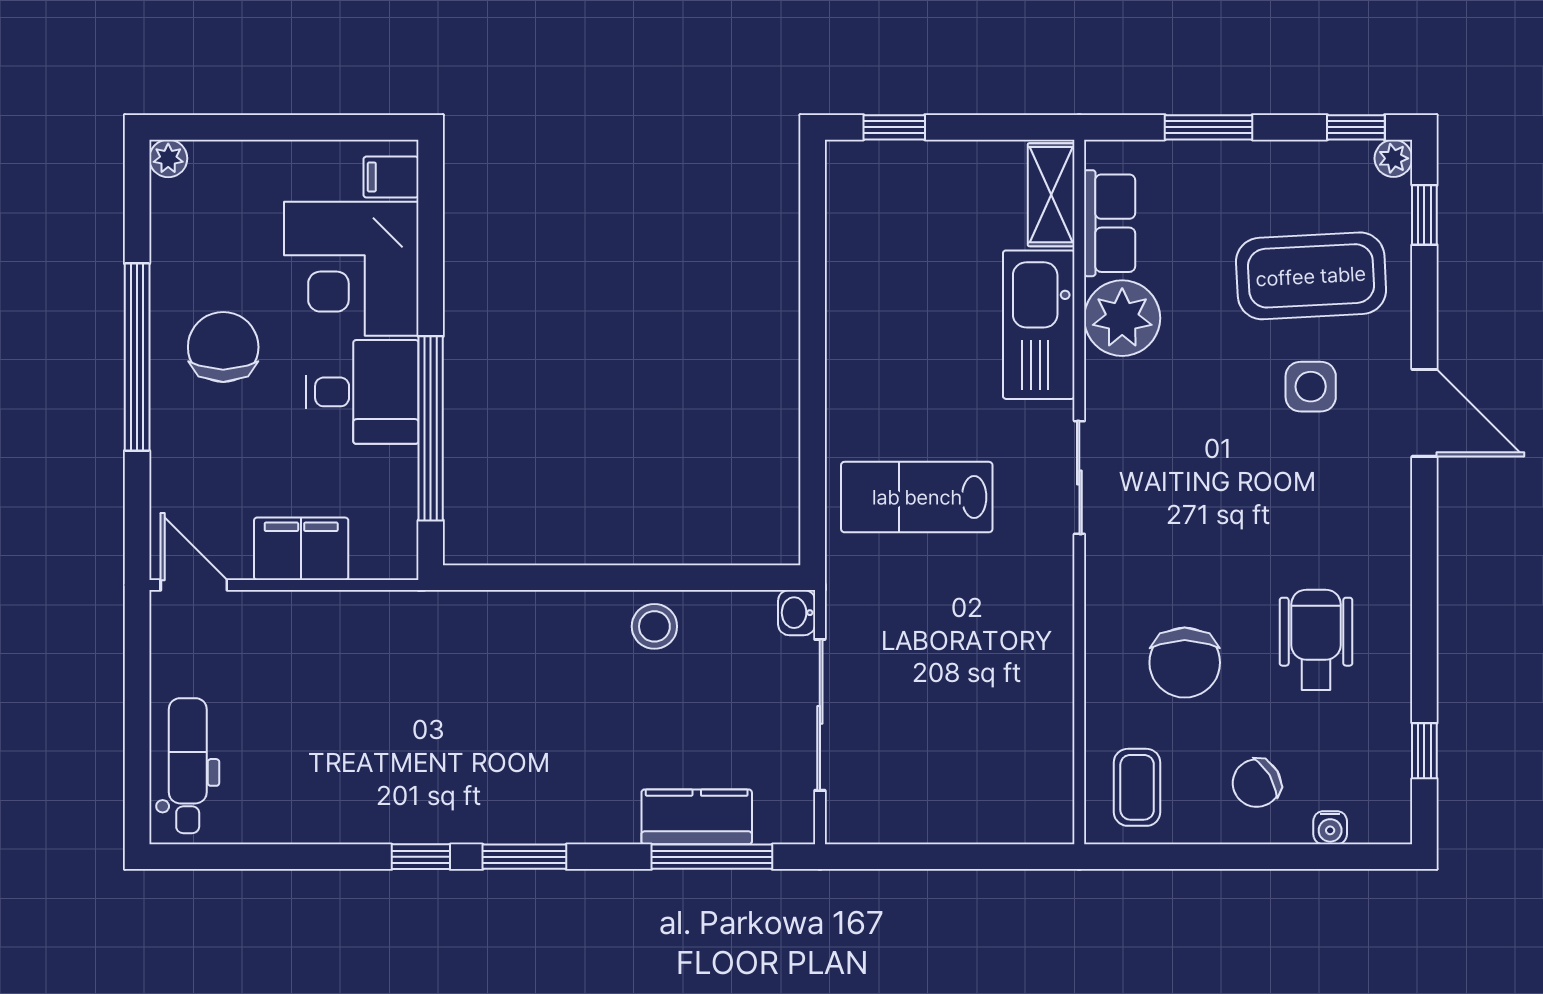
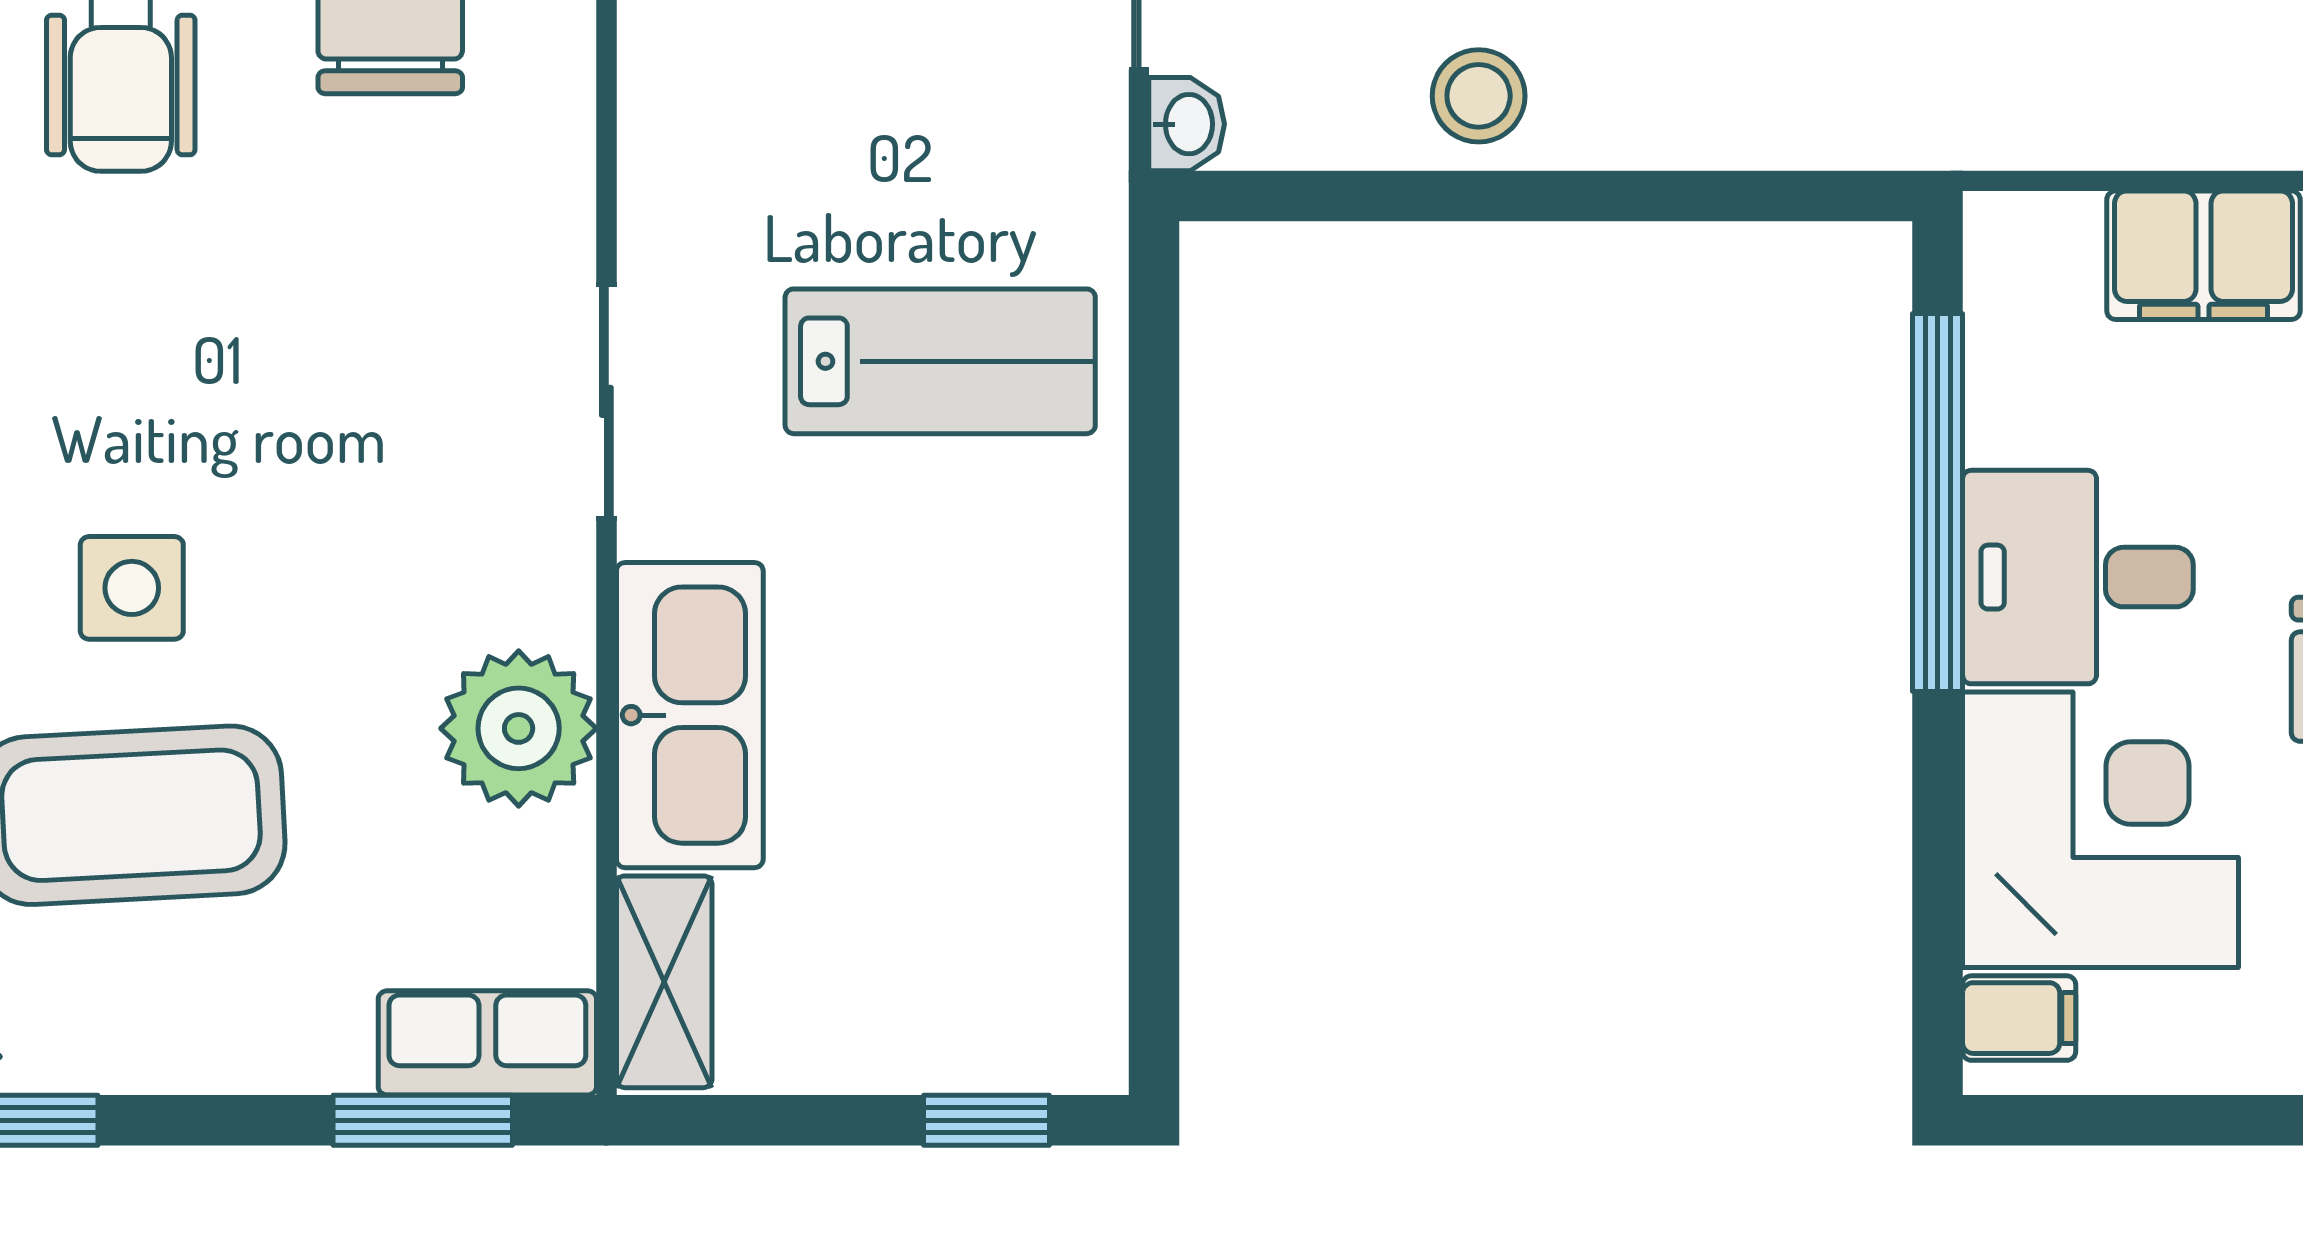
window: (1209, 127) -> (423, 1120), moved
row of seats: (1110, 223) -> (487, 1043), moved, turned 90

